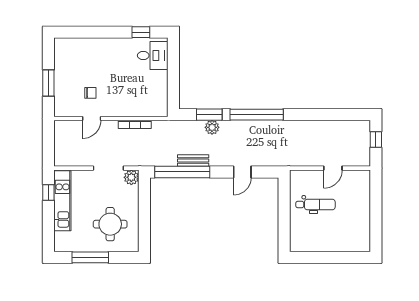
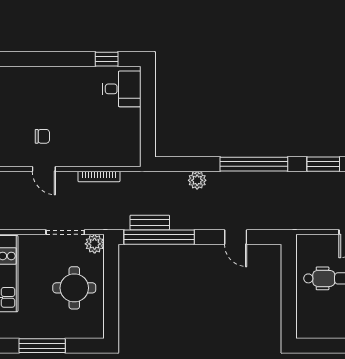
window: (209, 115) -> (323, 164), moved
door: (92, 119) -> (44, 169), hinge flipped
bench: (193, 161) -> (150, 223), moved
door: (242, 172) -> (236, 237), hinge flipped
round table: (110, 224) -> (74, 288), moved

